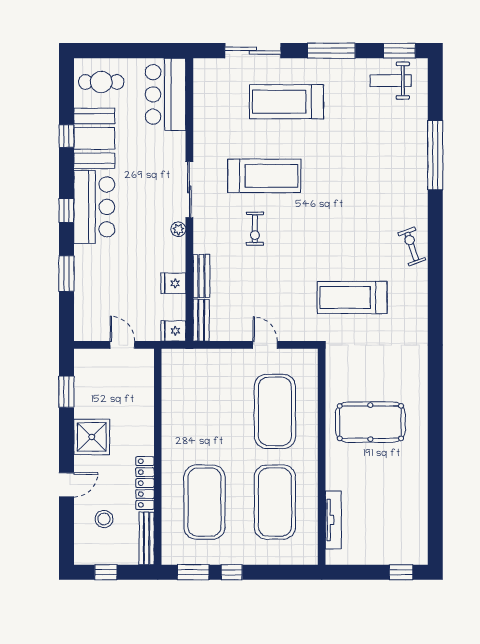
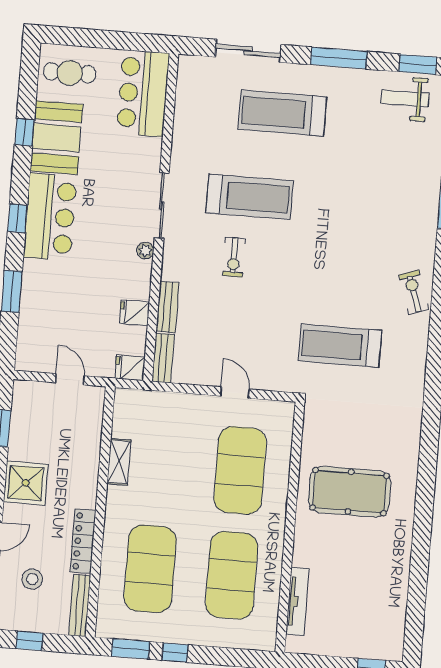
shelving: (170, 412) -> (119, 462), added

